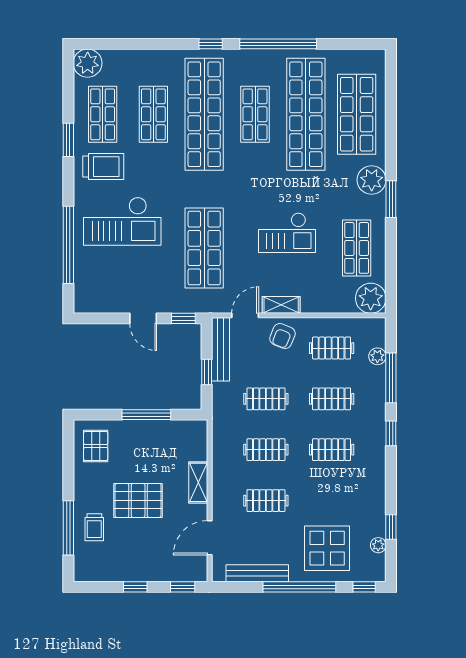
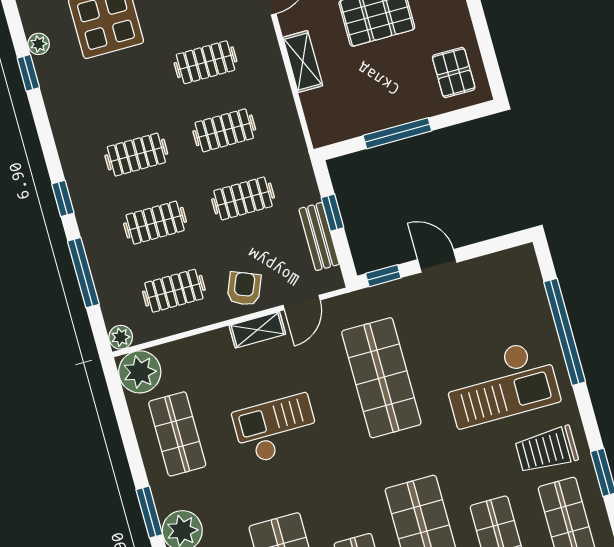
checkout: (122, 221) -> (501, 383), turned 180
bench: (220, 349) -> (319, 237), width x0.73
plant: (377, 356) -> (121, 337), moved

